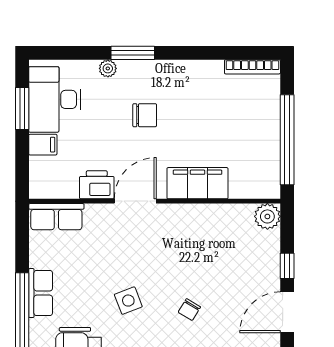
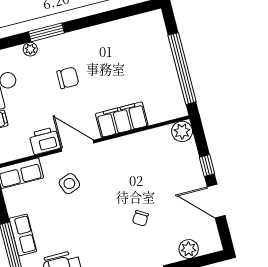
bookcase: (252, 67) -> (141, 19), removed
door: (135, 201) -> (77, 146), hinge flipped
side table: (128, 301) -> (69, 184), moved
door: (287, 312) -> (216, 201), hinge flipped

